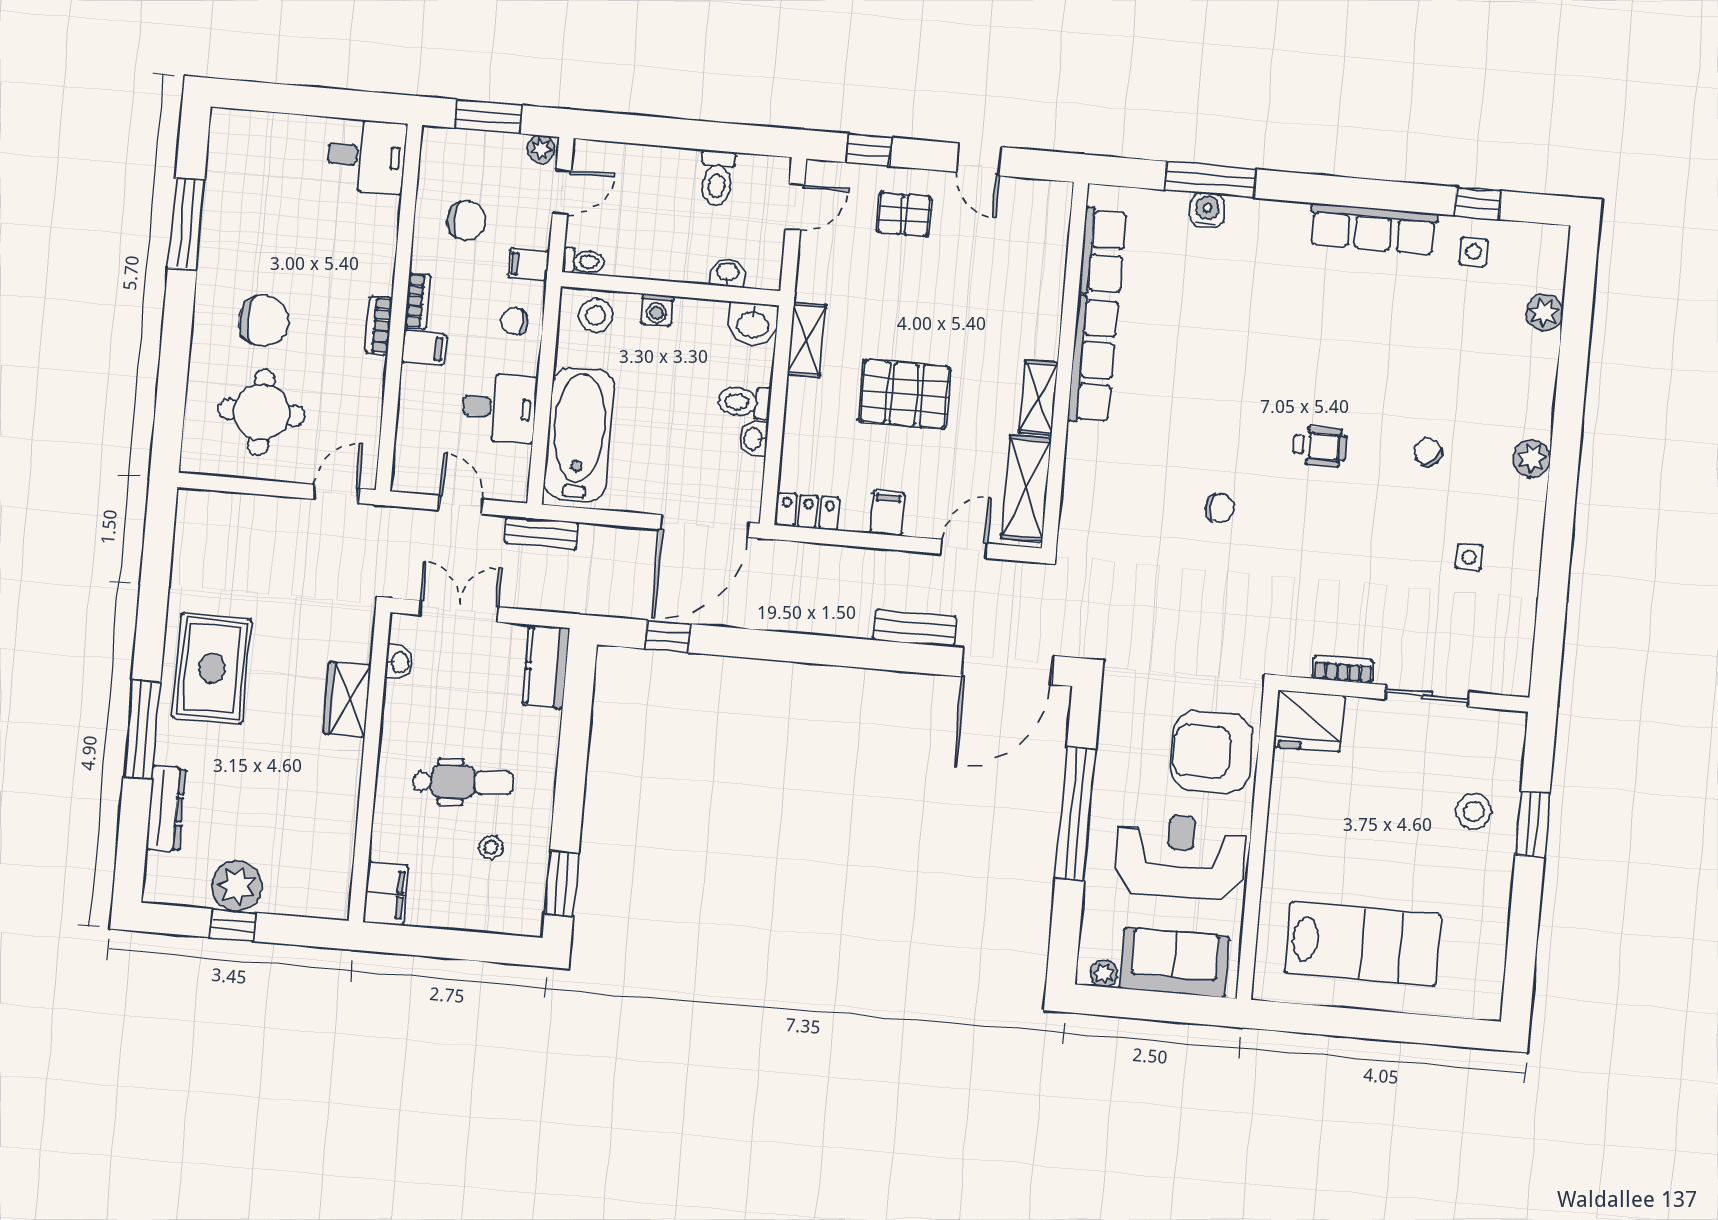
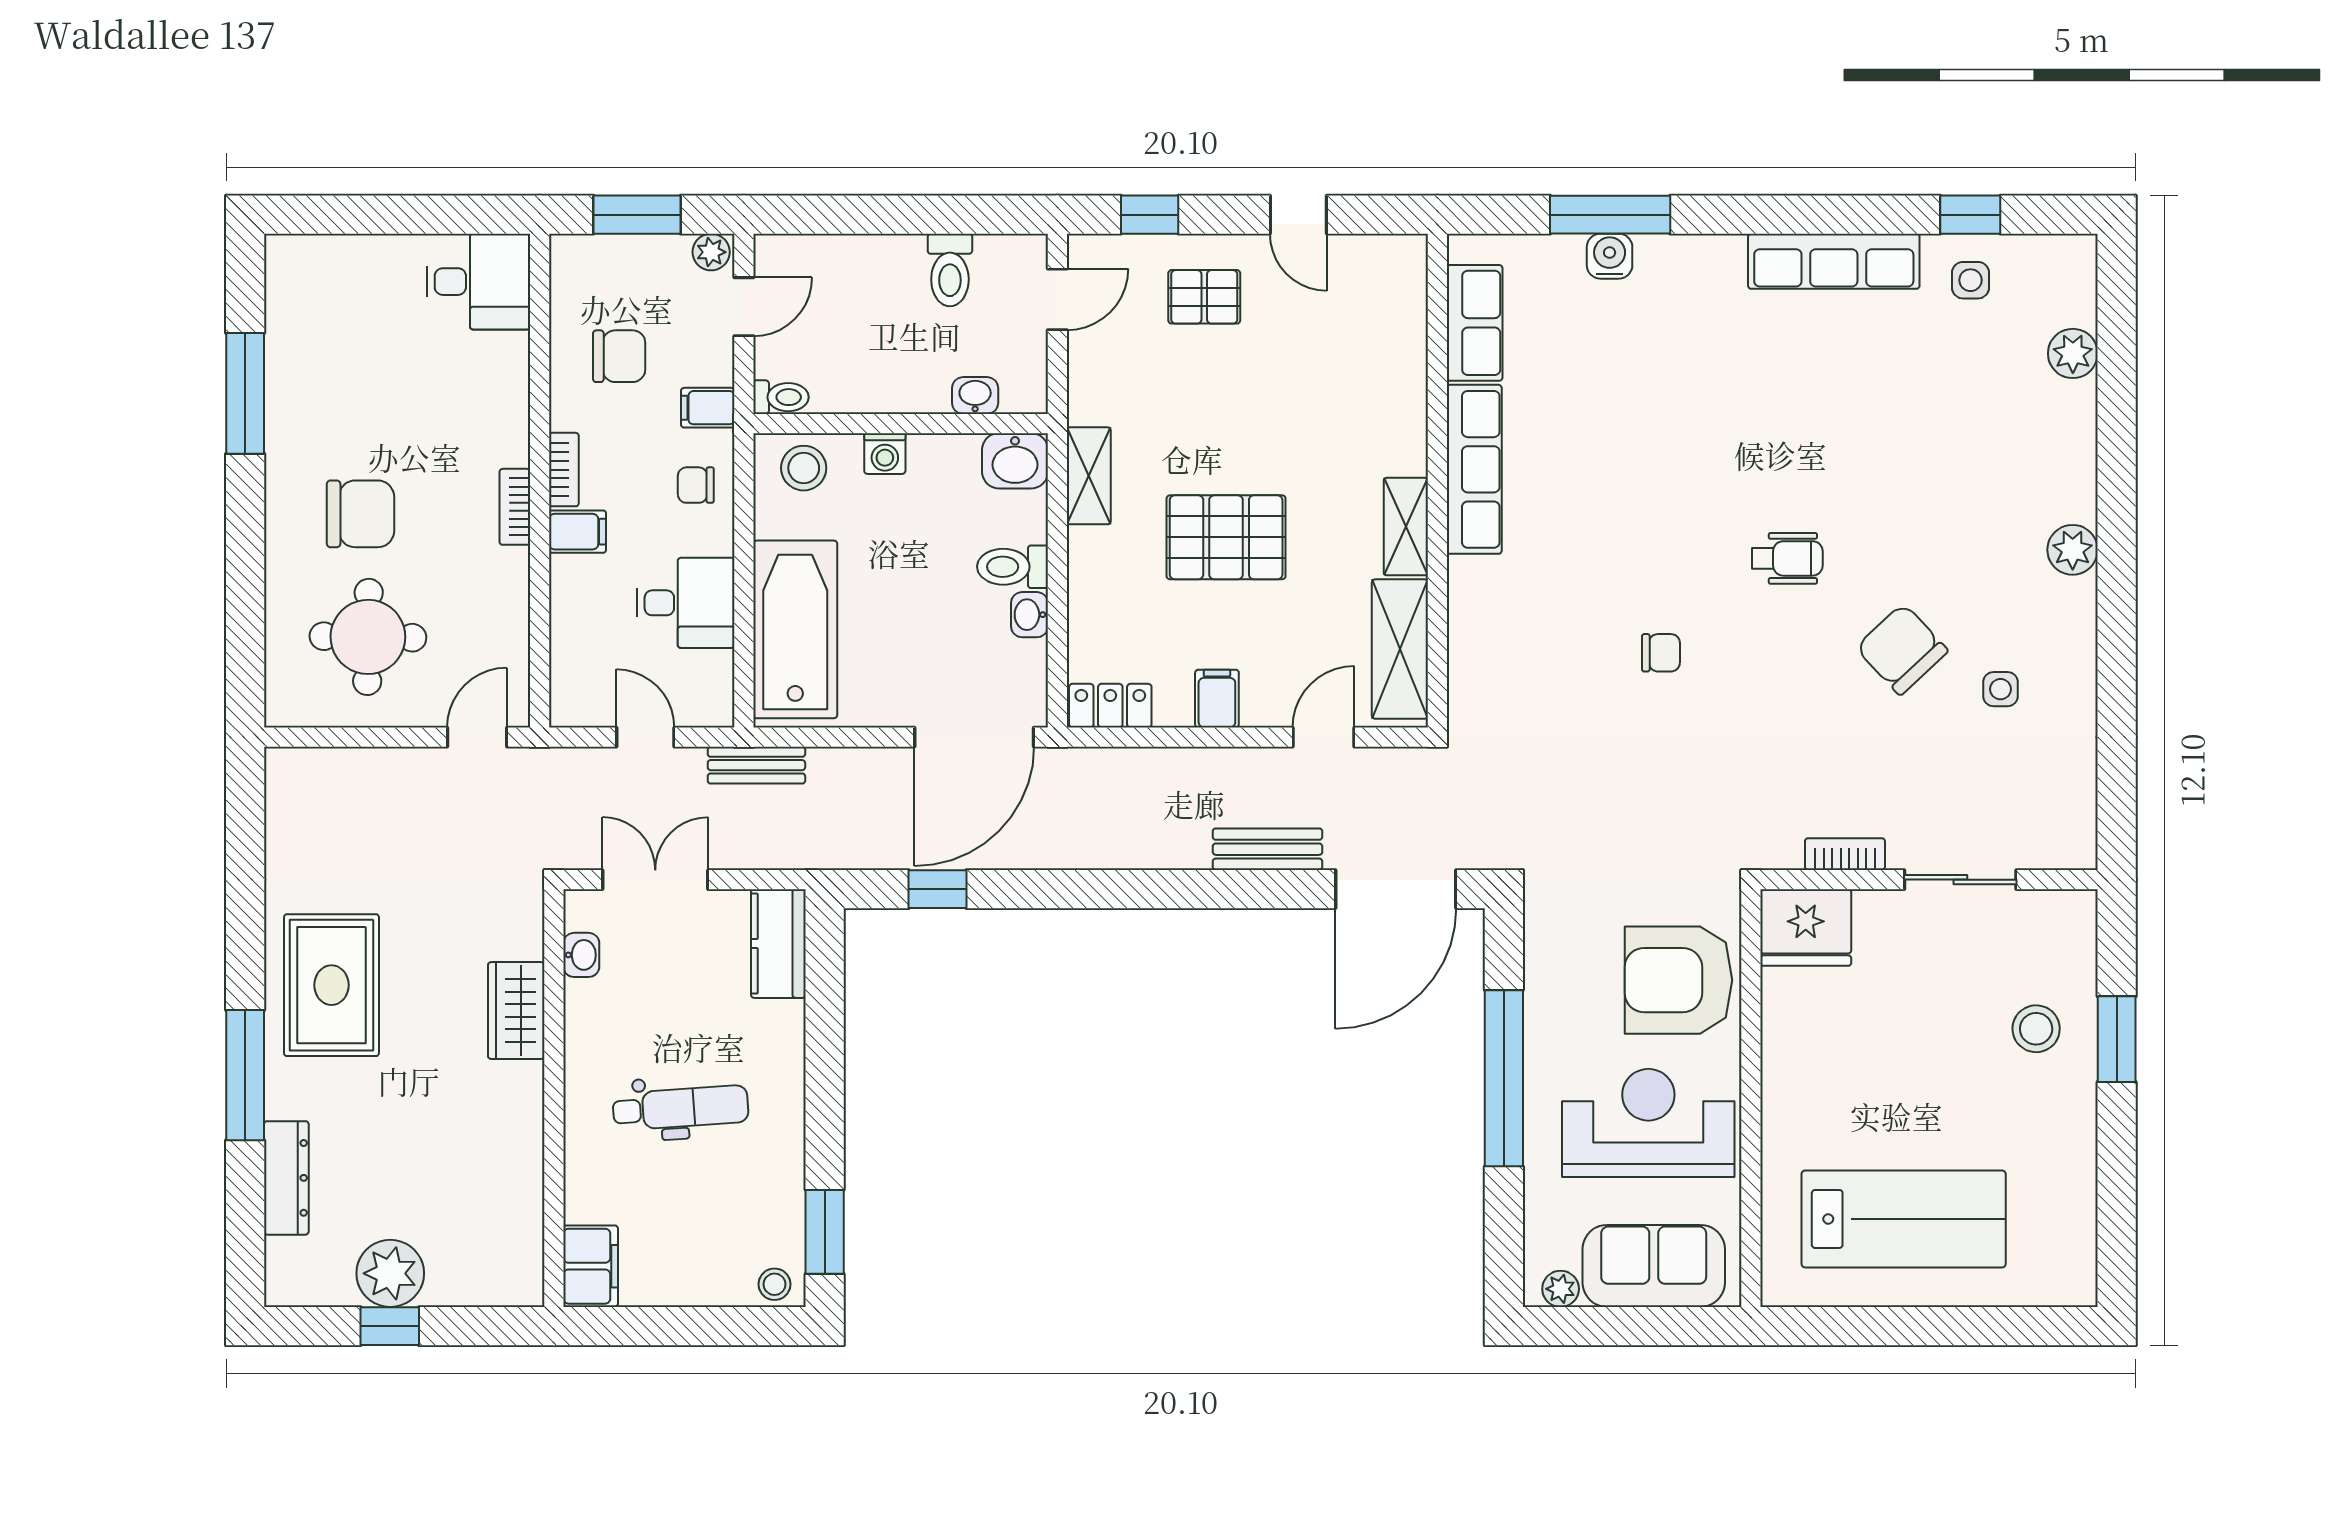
chair: (1428, 452) -> (1902, 649), moved, width x1.87, depth x1.87
stool: (491, 847) -> (774, 1284), moved

